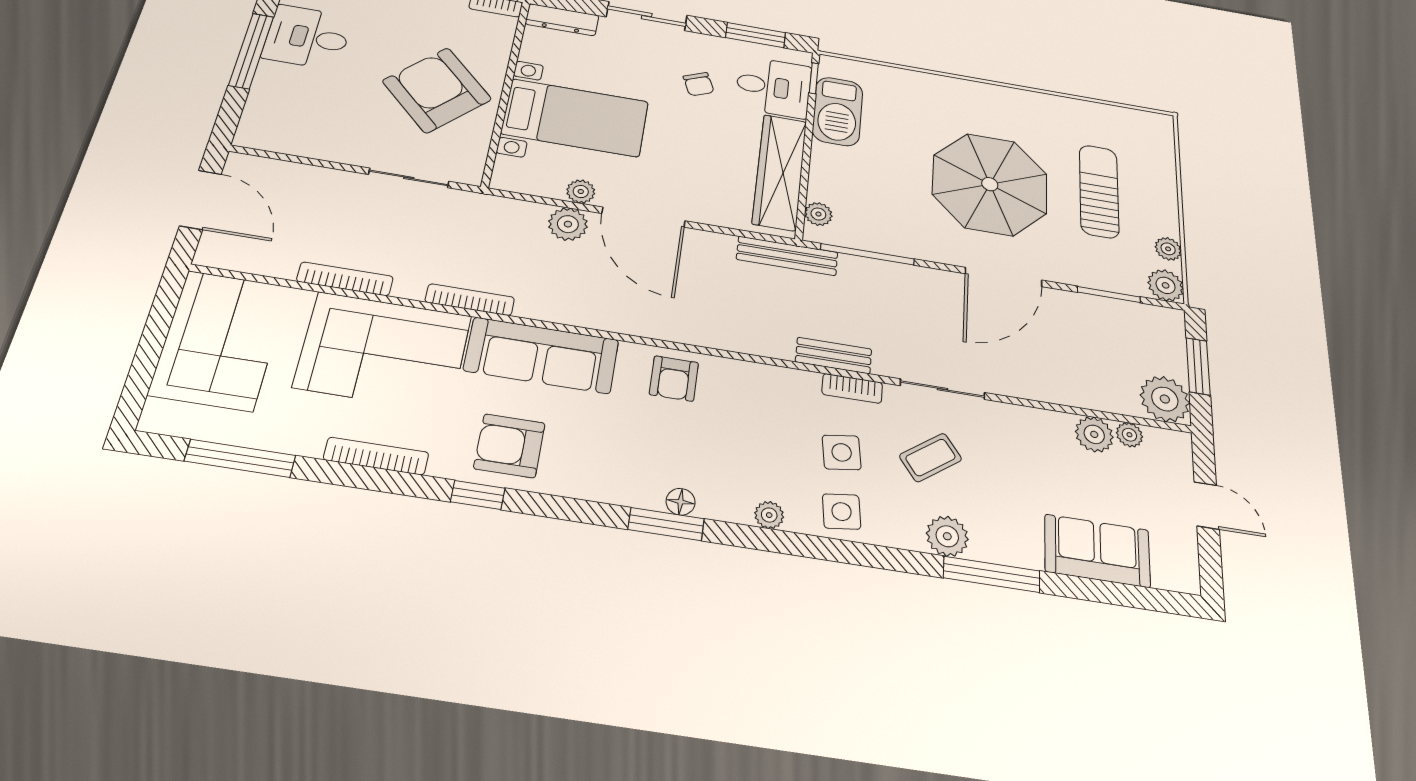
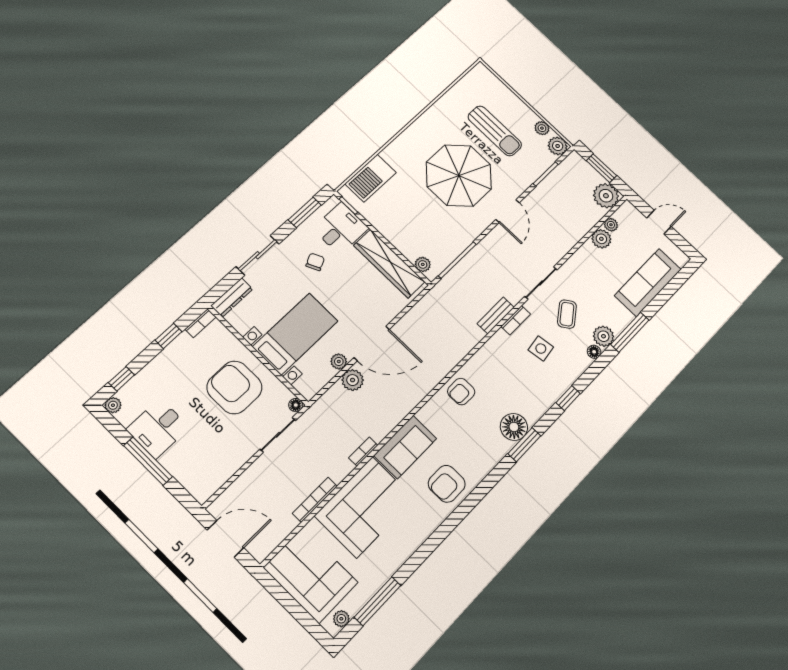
chair: (699, 84) -> (315, 262), turned -93
armchair: (437, 90) -> (234, 387), turned 45
barbecue: (838, 111) -> (371, 178), moved, turned 90
floor lamp: (471, 175) -> (296, 405), added
sun lounger: (1099, 191) -> (495, 131), turned 180
bench: (787, 256) -> (434, 296), removed
door: (1004, 277) -> (508, 211), width x0.73
bookcase: (470, 300) -> (363, 452), width x0.64
sofa: (542, 355) -> (405, 447), width x0.73
armchair: (674, 378) -> (461, 392), turned 90
bookcase: (376, 456) -> (414, 543), removed
window: (478, 495) -> (568, 398), moved
floor lamp: (681, 502) -> (514, 427), width x1.89, depth x1.89
side table: (842, 512) -> (566, 370), removed
plant: (769, 515) -> (341, 619), moved
floor lamp: (909, 538) -> (594, 352), added
sofa: (1097, 551) -> (648, 282), width x1.36

